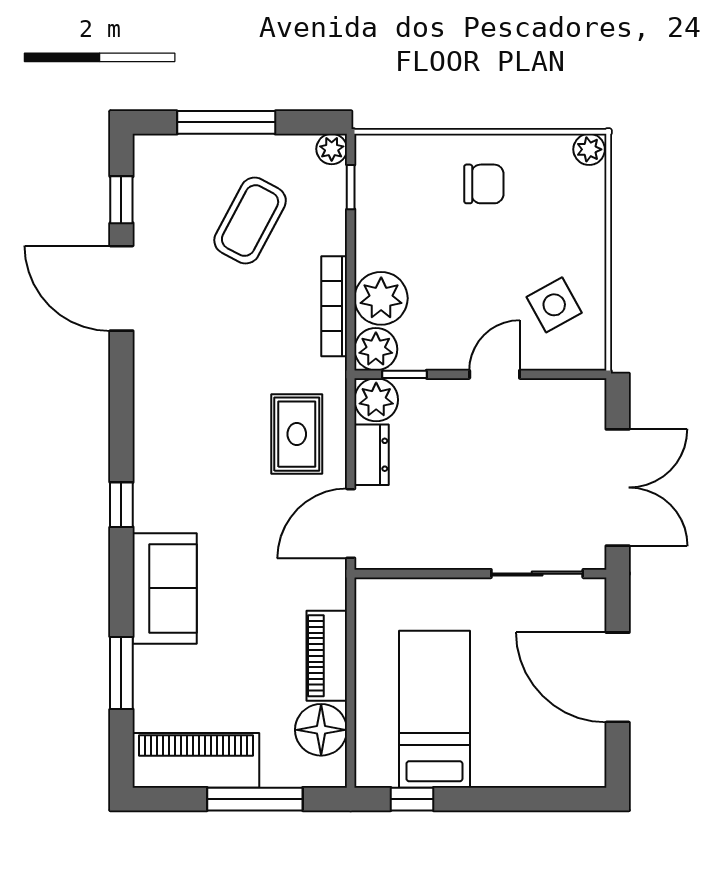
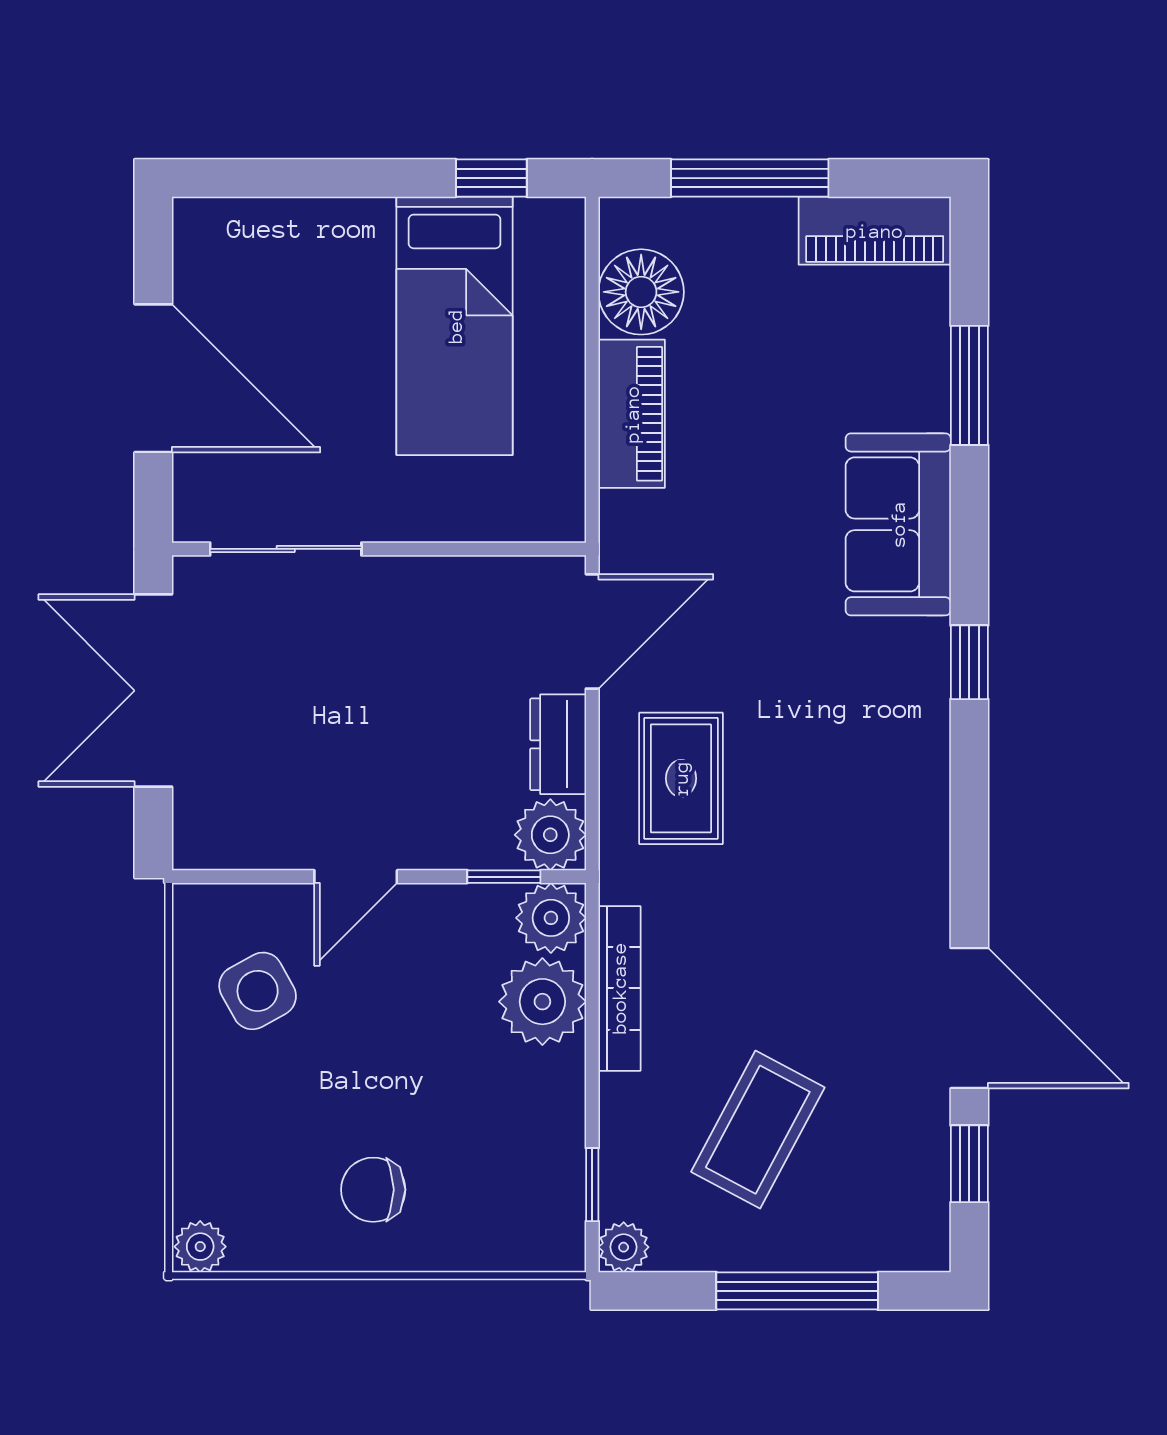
piano: (196, 760) -> (875, 231), width x0.73, depth x0.75

